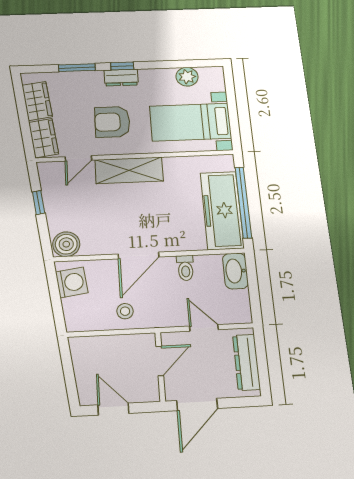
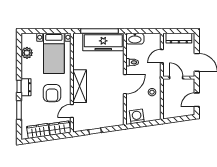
door: (78, 158) -> (72, 111), swing flipped
boiler: (66, 244) -> (117, 118), removed
door: (139, 256) -> (125, 84), hinge flipped

